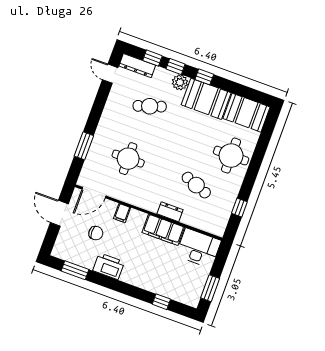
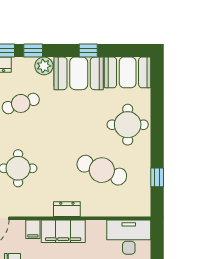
window: (204, 77) -> (88, 51), moved
cafe table: (196, 185) -> (102, 170), width x1.37, depth x1.35
dresser: (170, 212) -> (67, 209), moved
filing cabinet: (163, 230) -> (63, 231), moved

